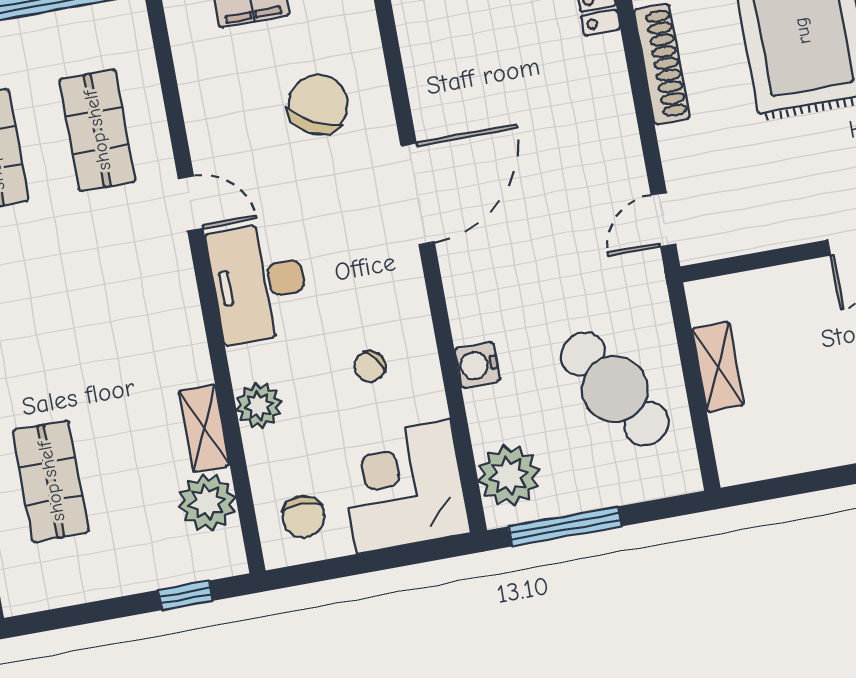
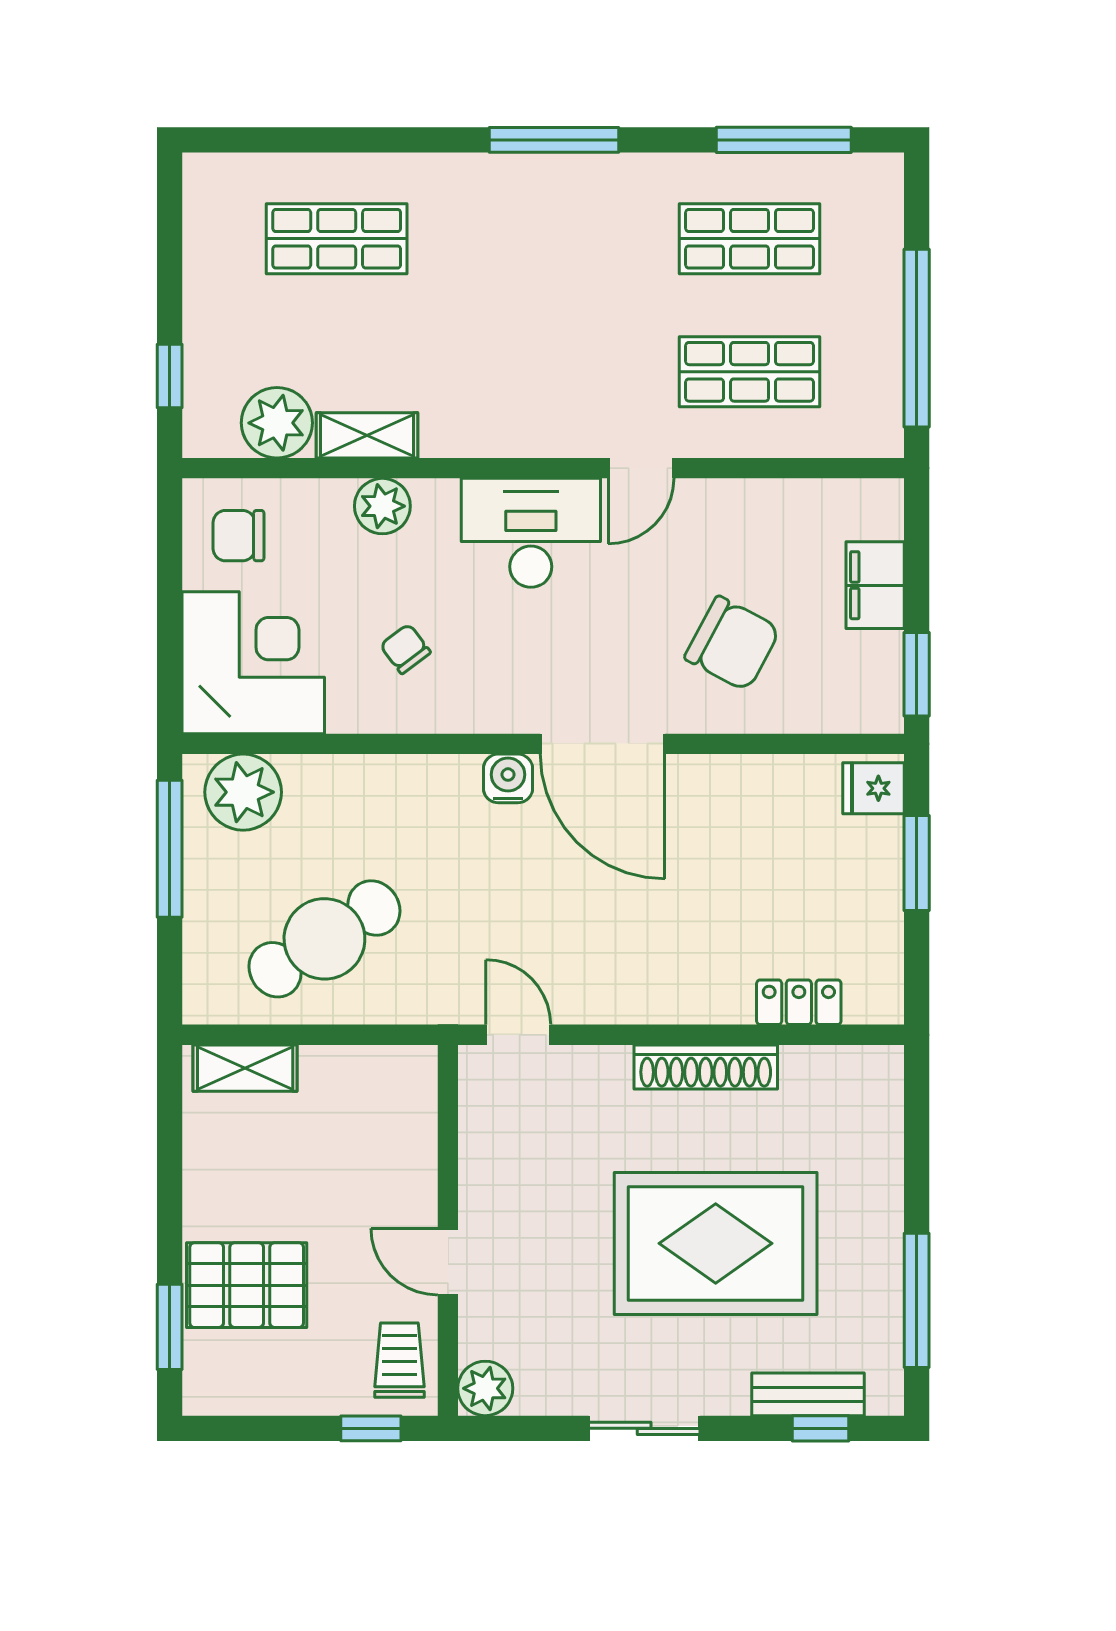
water cooler: (477, 365) -> (508, 778), moved
shelving: (718, 367) -> (245, 1068), moved

